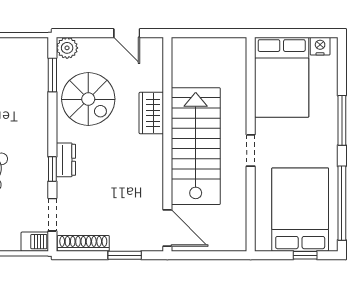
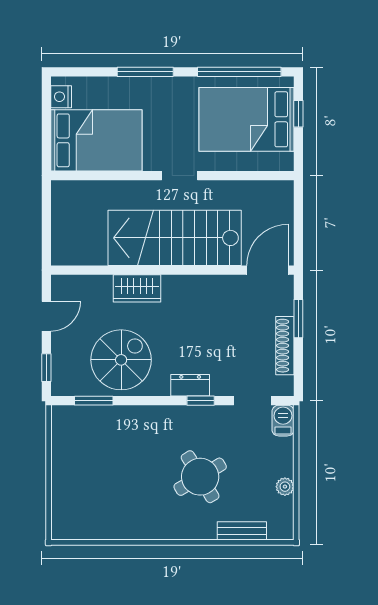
window: (81, 33) -> (46, 368), added
plant: (67, 48) -> (63, 384), removed
shoe rack: (83, 243) -> (285, 346), moved

